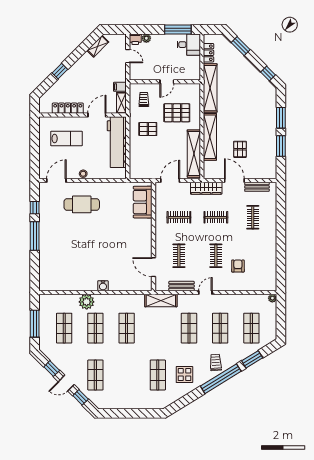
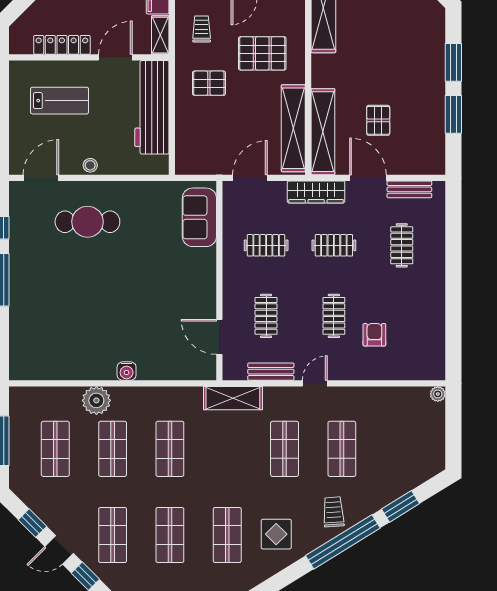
shelving: (210, 137) -> (323, 132), moved
shop shelf: (251, 328) -> (170, 535), moved

